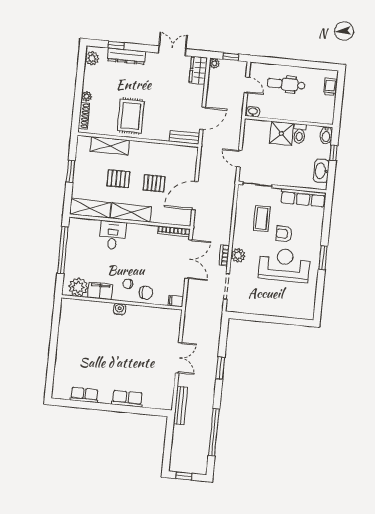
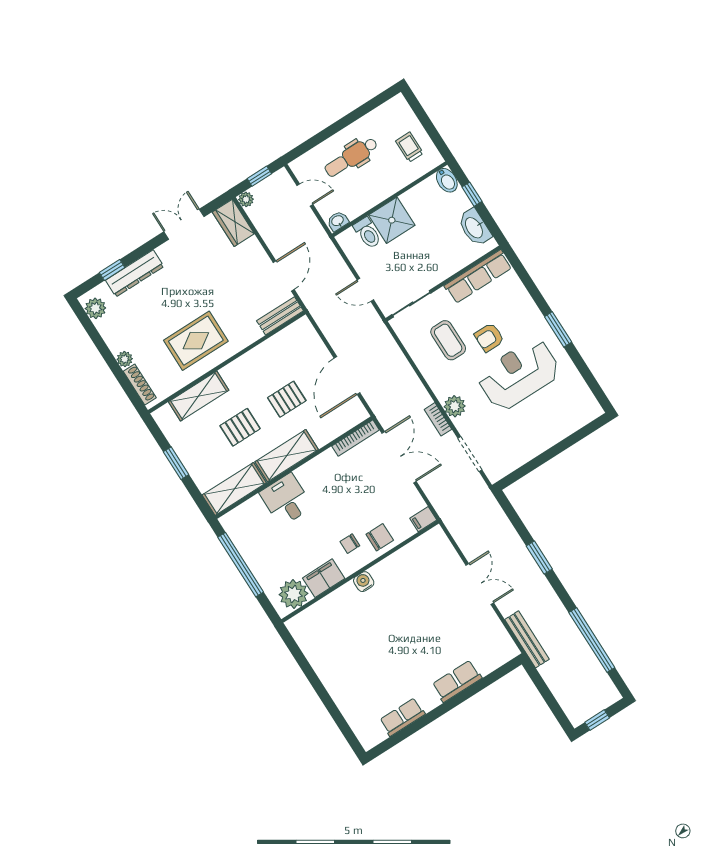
trolley: (330, 87) -> (409, 147), moved
rug: (131, 116) -> (196, 341), turned 90
toilet: (300, 134) -> (367, 233), moved

